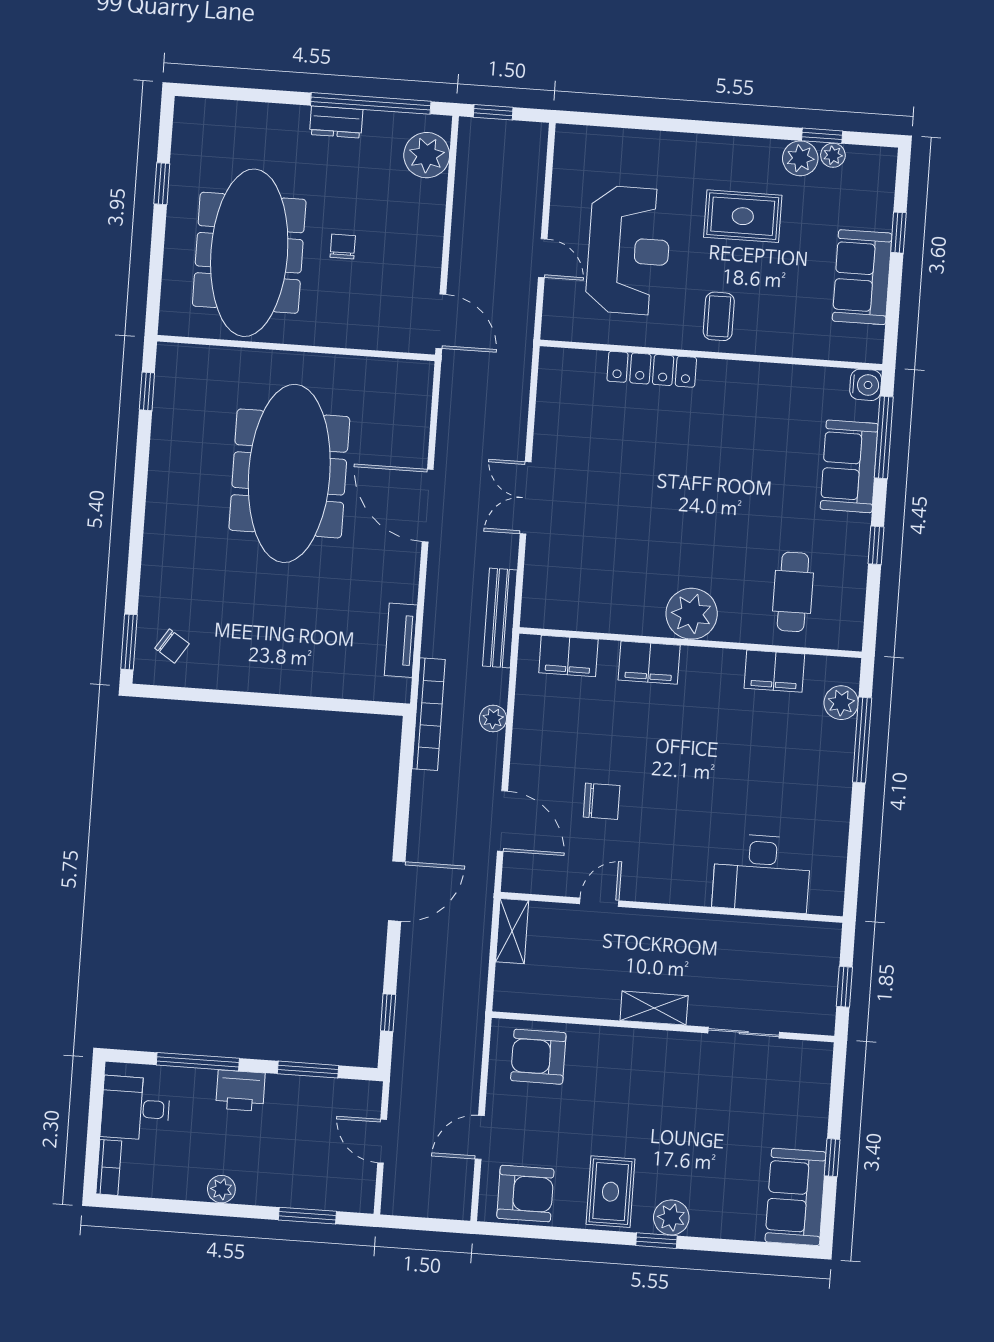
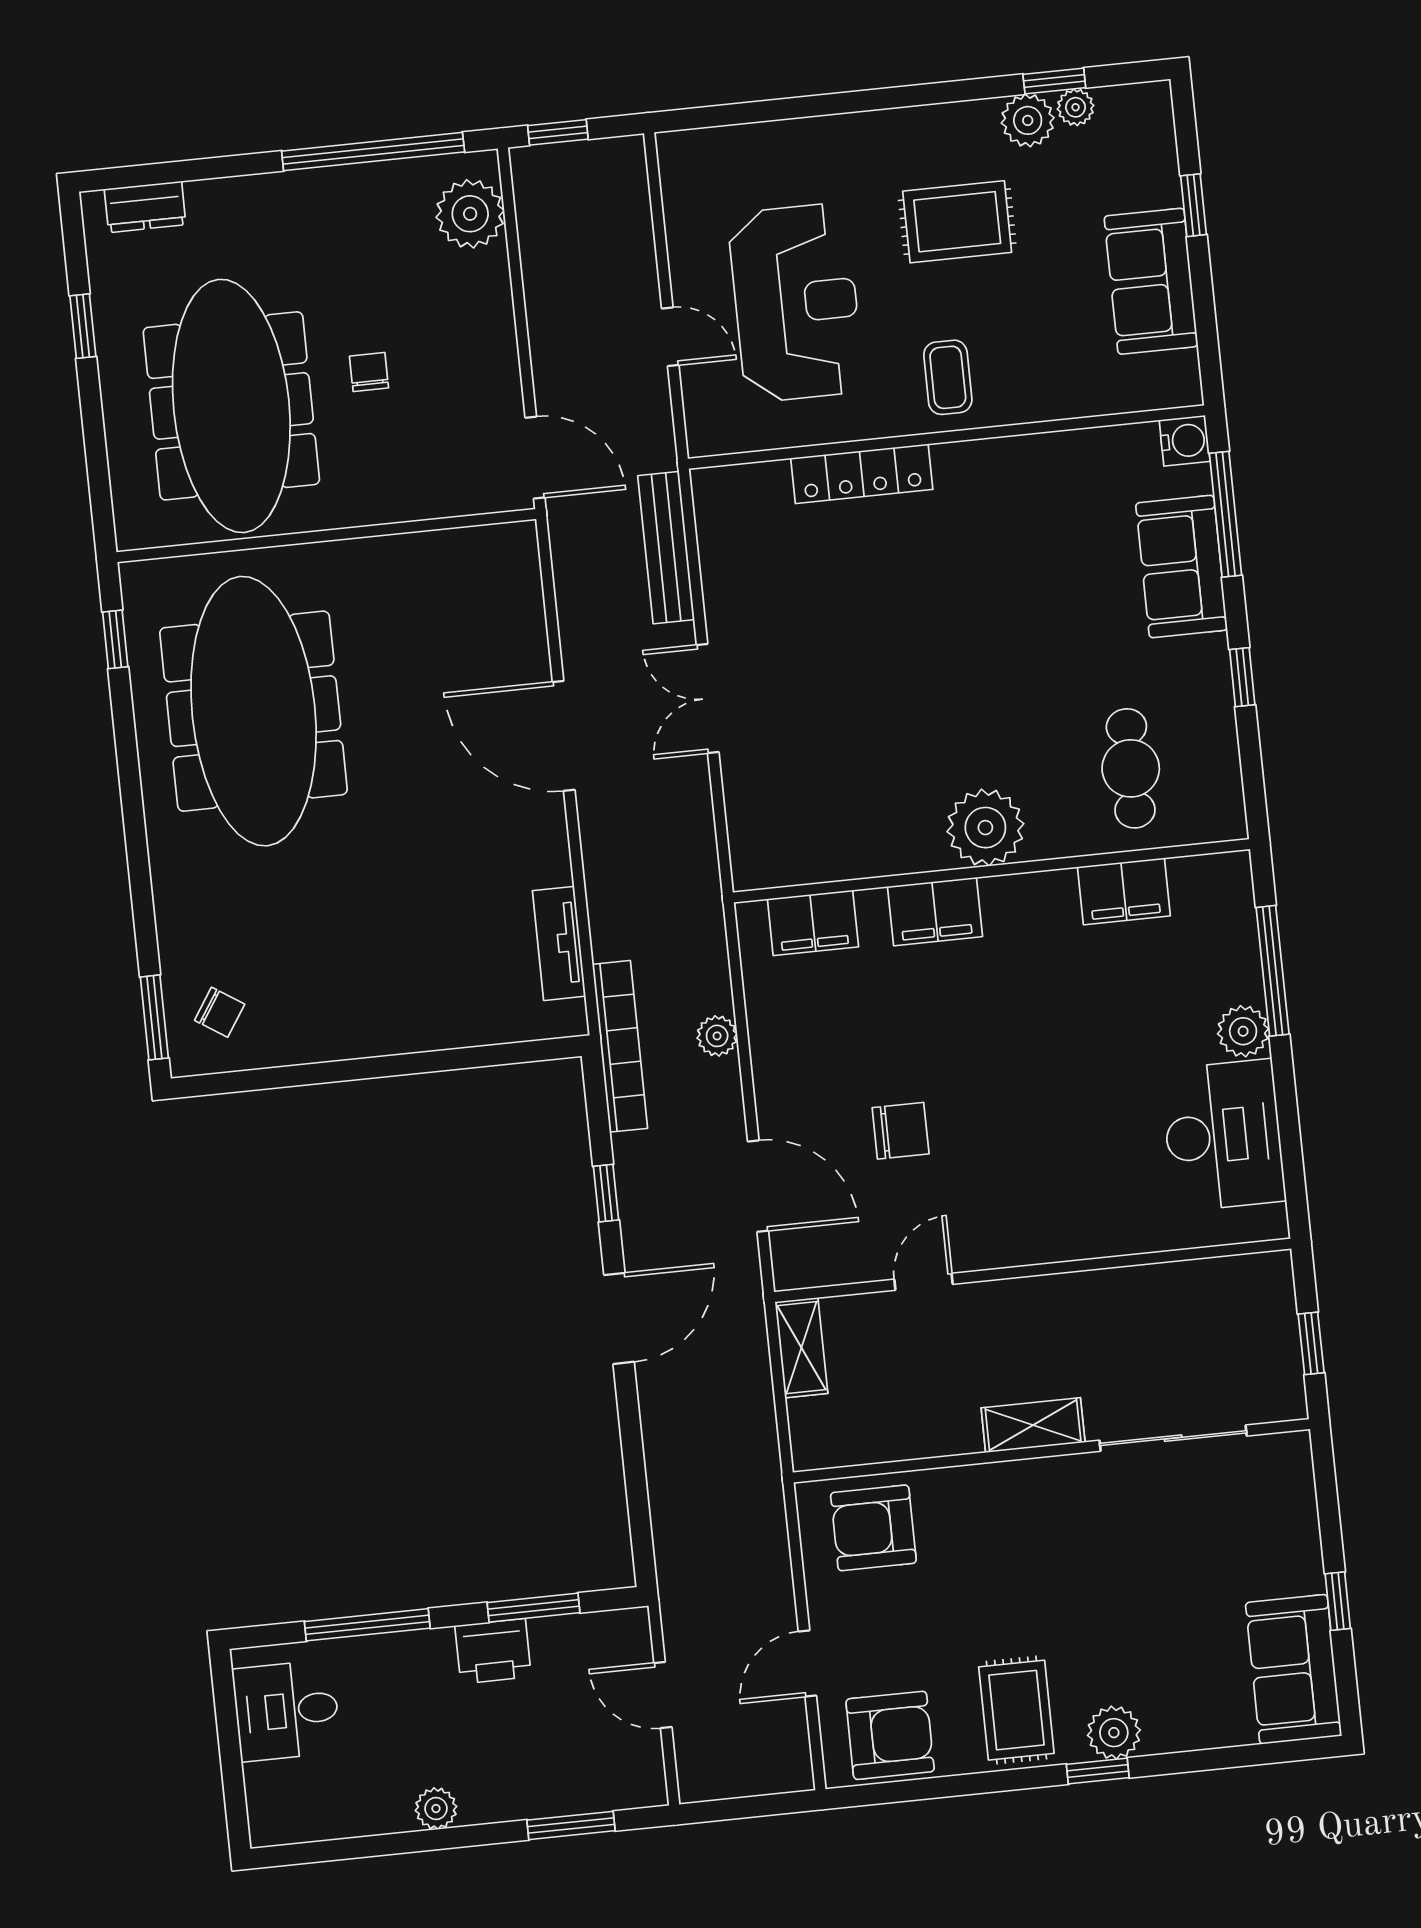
dresser: (336, 122) -> (145, 207), moved
meeting table: (289, 473) -> (254, 711), moved
bench: (500, 618) -> (666, 548), moved
plant: (841, 703) -> (1243, 1031), moved
desk: (762, 873) -> (1223, 1135), moved, turned -90
window: (388, 1013) -> (606, 1193), moved
sliding door: (744, 1033) -> (1173, 1438), width x1.37
printer: (240, 1091) -> (493, 1651), moved
bookcase: (109, 1167) -> (262, 1806), removed

